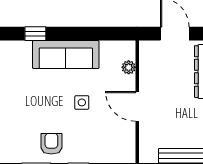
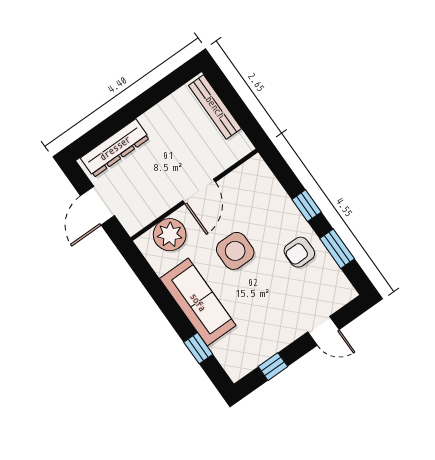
plant: (129, 67) -> (170, 235), width x1.88, depth x1.88
side table: (82, 102) -> (235, 251), width x1.87, depth x1.87

